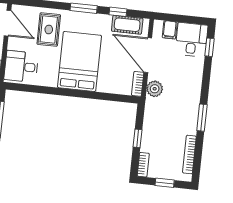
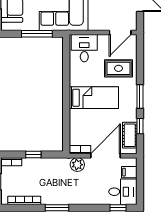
bed: (80, 61) -> (94, 98), width x0.67

